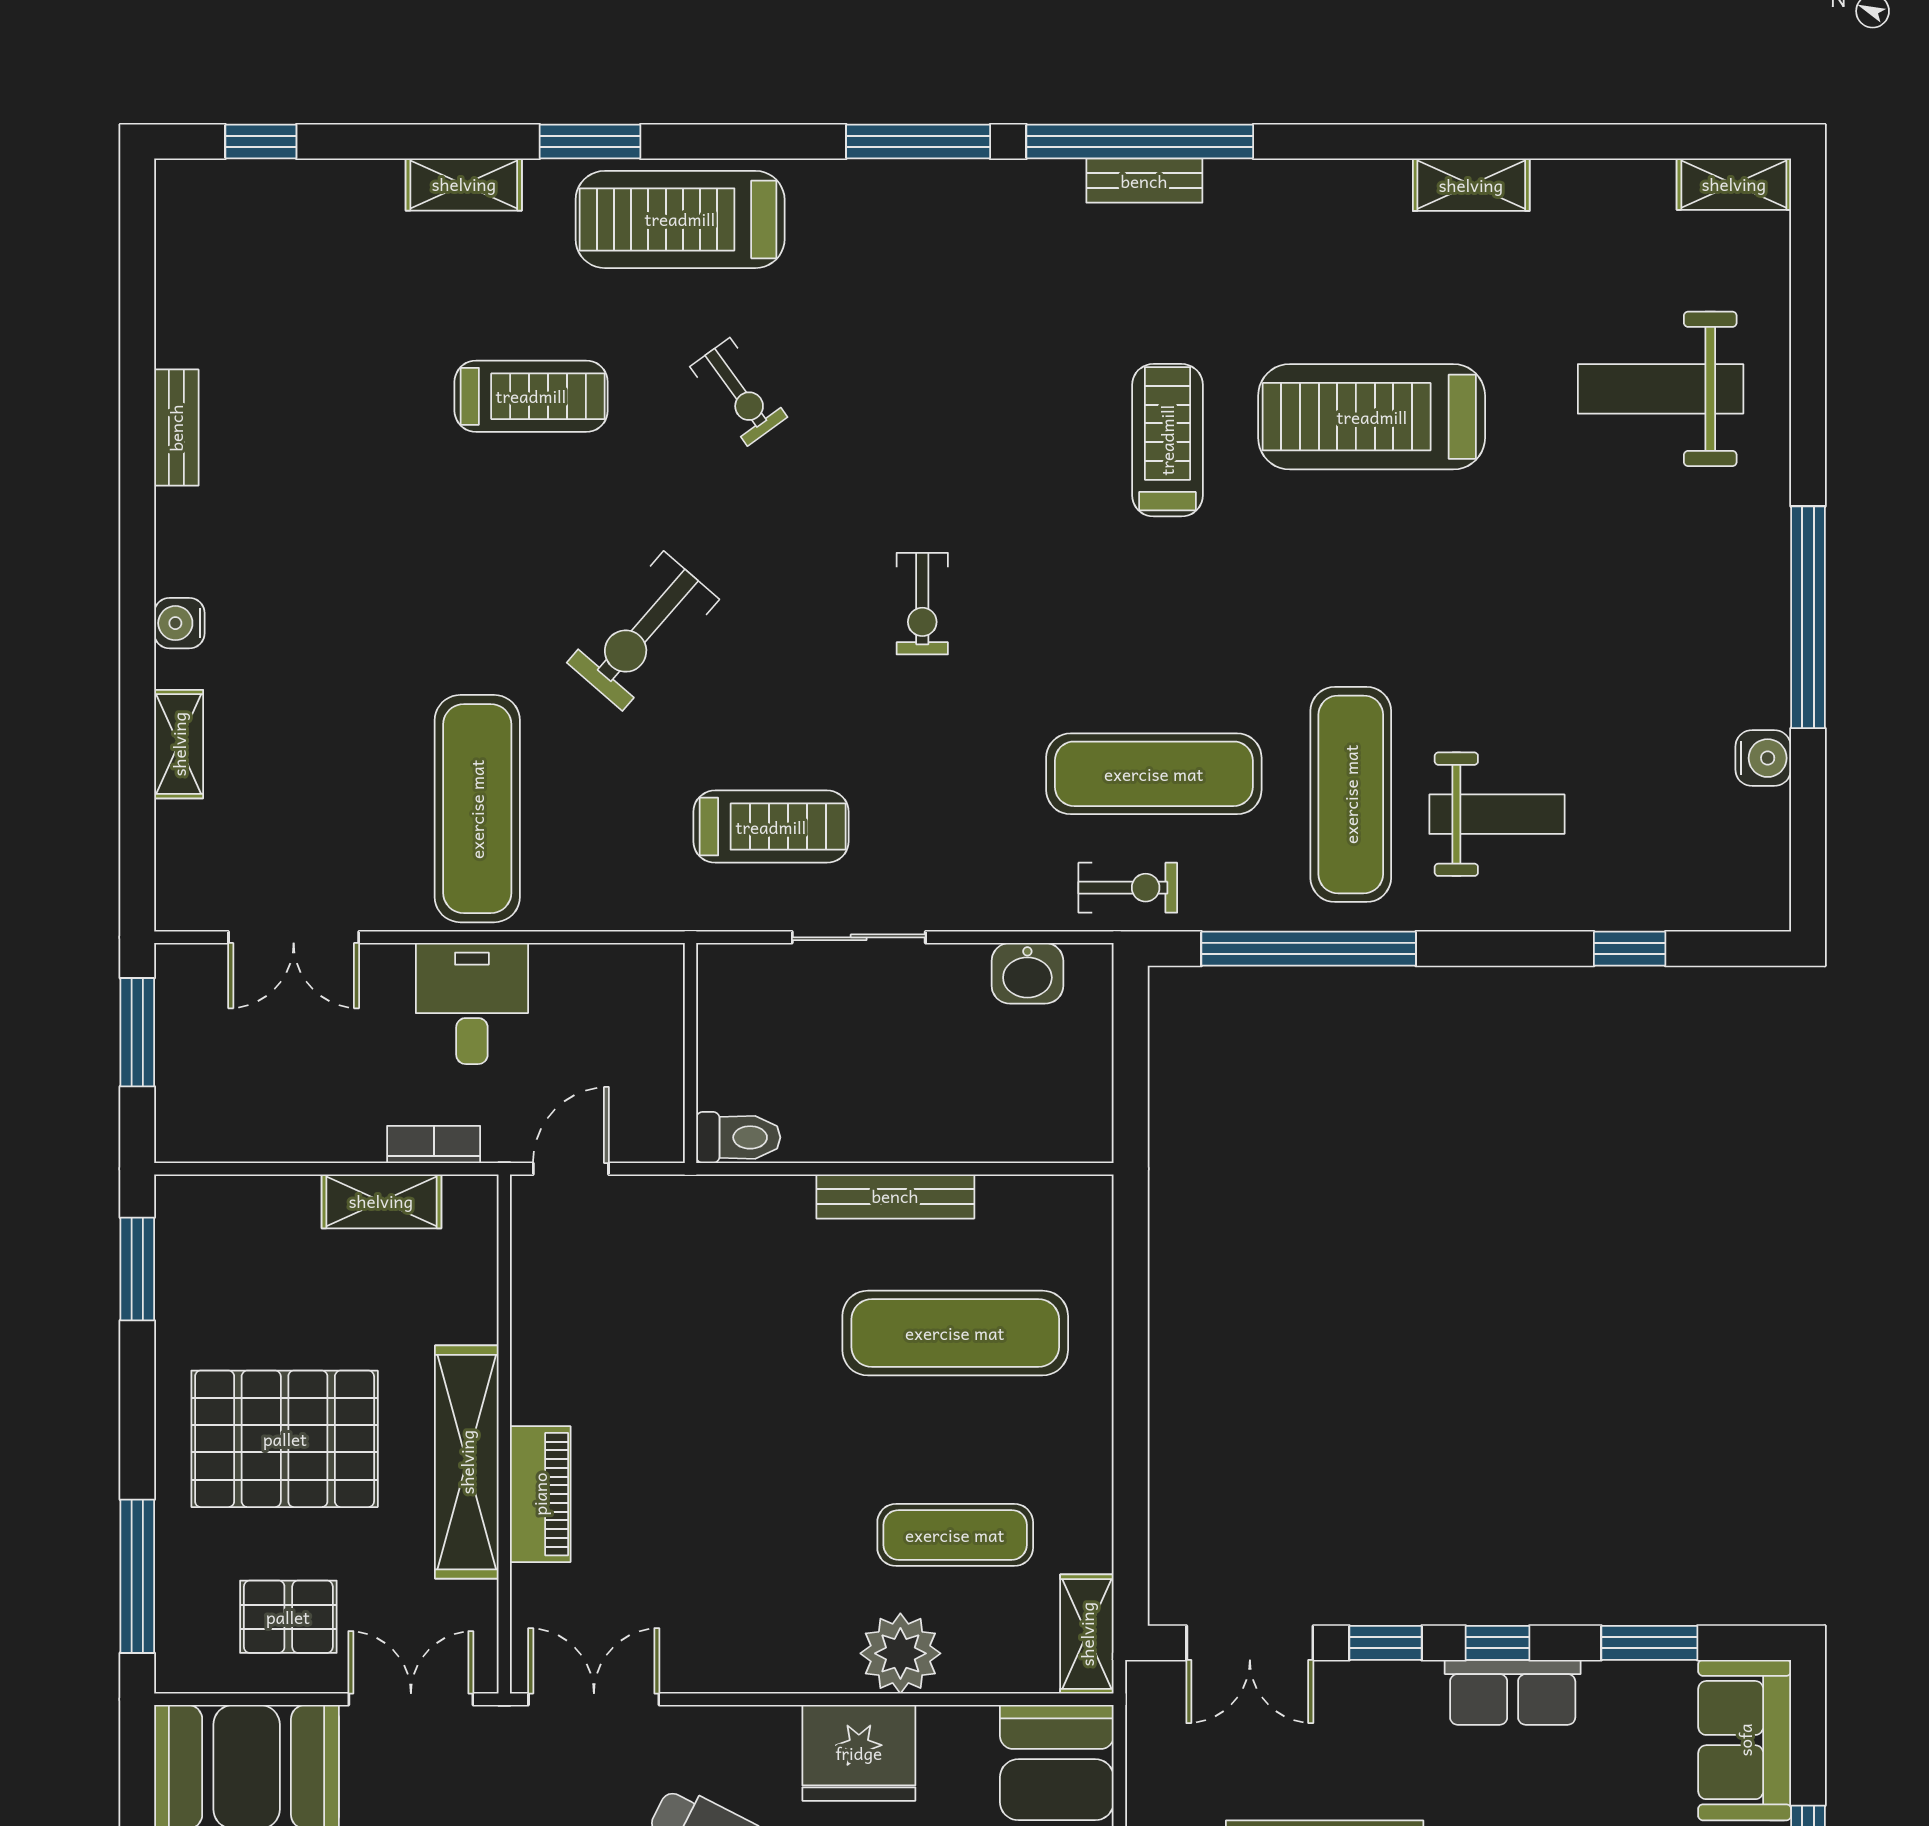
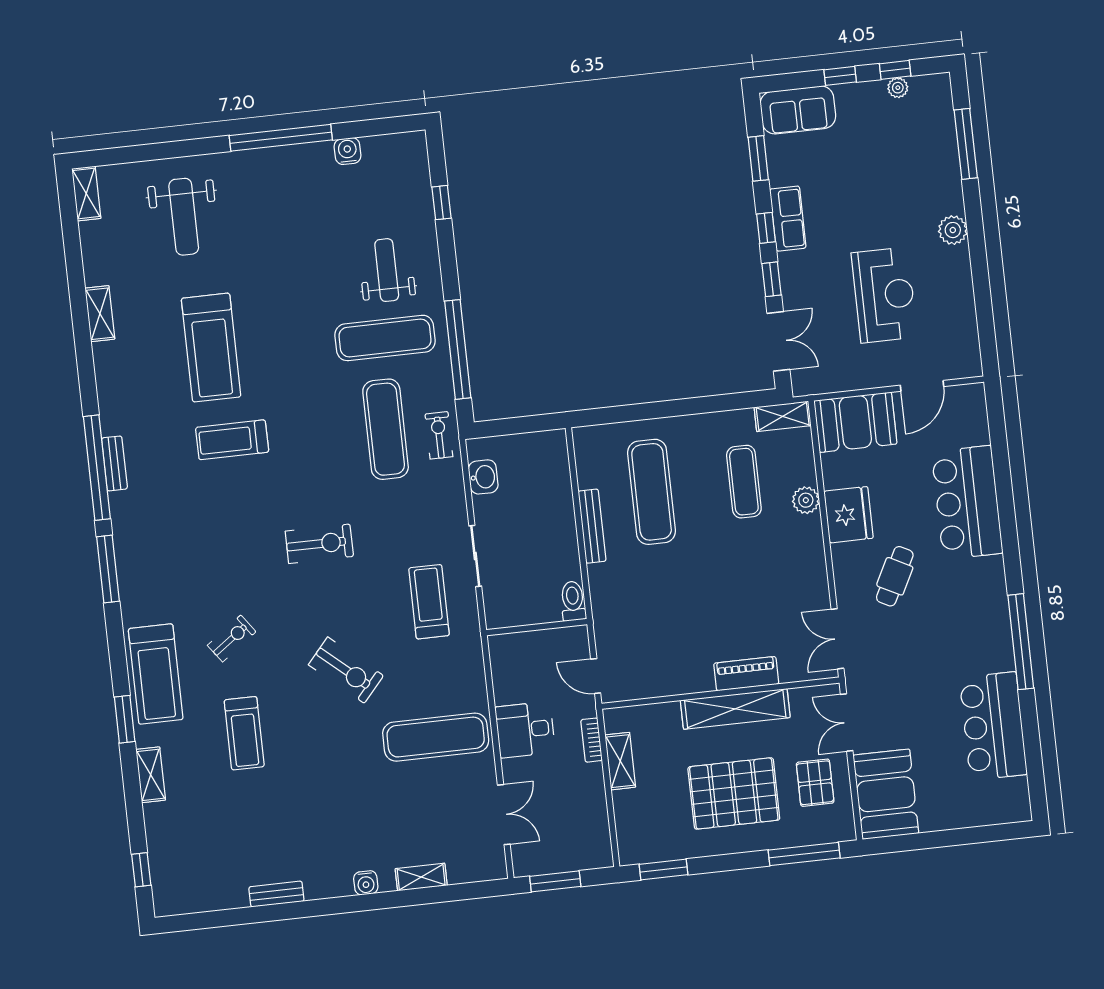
treadmill: (531, 396) -> (244, 733), turned 180
exercise bike: (922, 604) -> (319, 544), width x1.38, depth x1.39
pallet: (285, 1439) -> (734, 793), turned 90
plant: (900, 1653) -> (806, 500), width x0.73, depth x0.73

